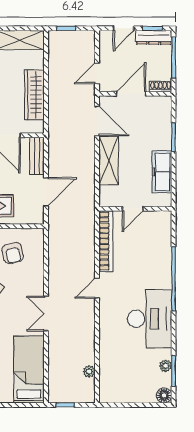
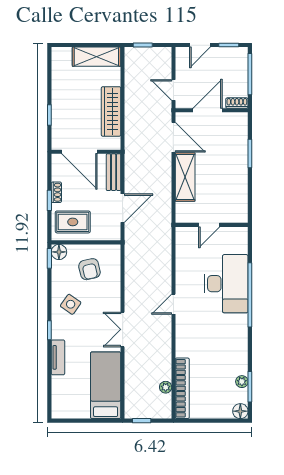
dresser: (154, 37) -> (230, 54), removed
door: (97, 74) -> (173, 90), hinge flipped
freezer: (162, 172) -> (238, 188), removed
bookcase: (106, 241) -> (182, 388), moved
desk: (150, 319) -> (226, 284), moved

